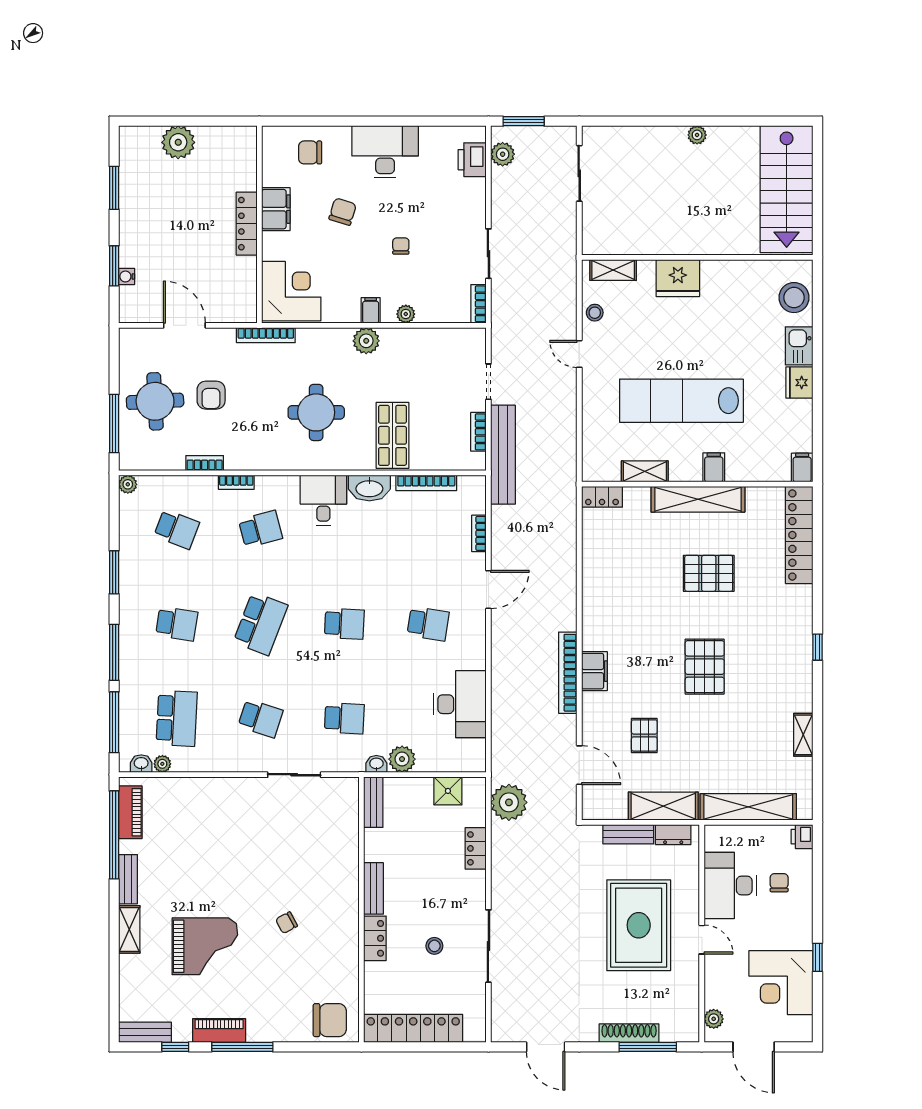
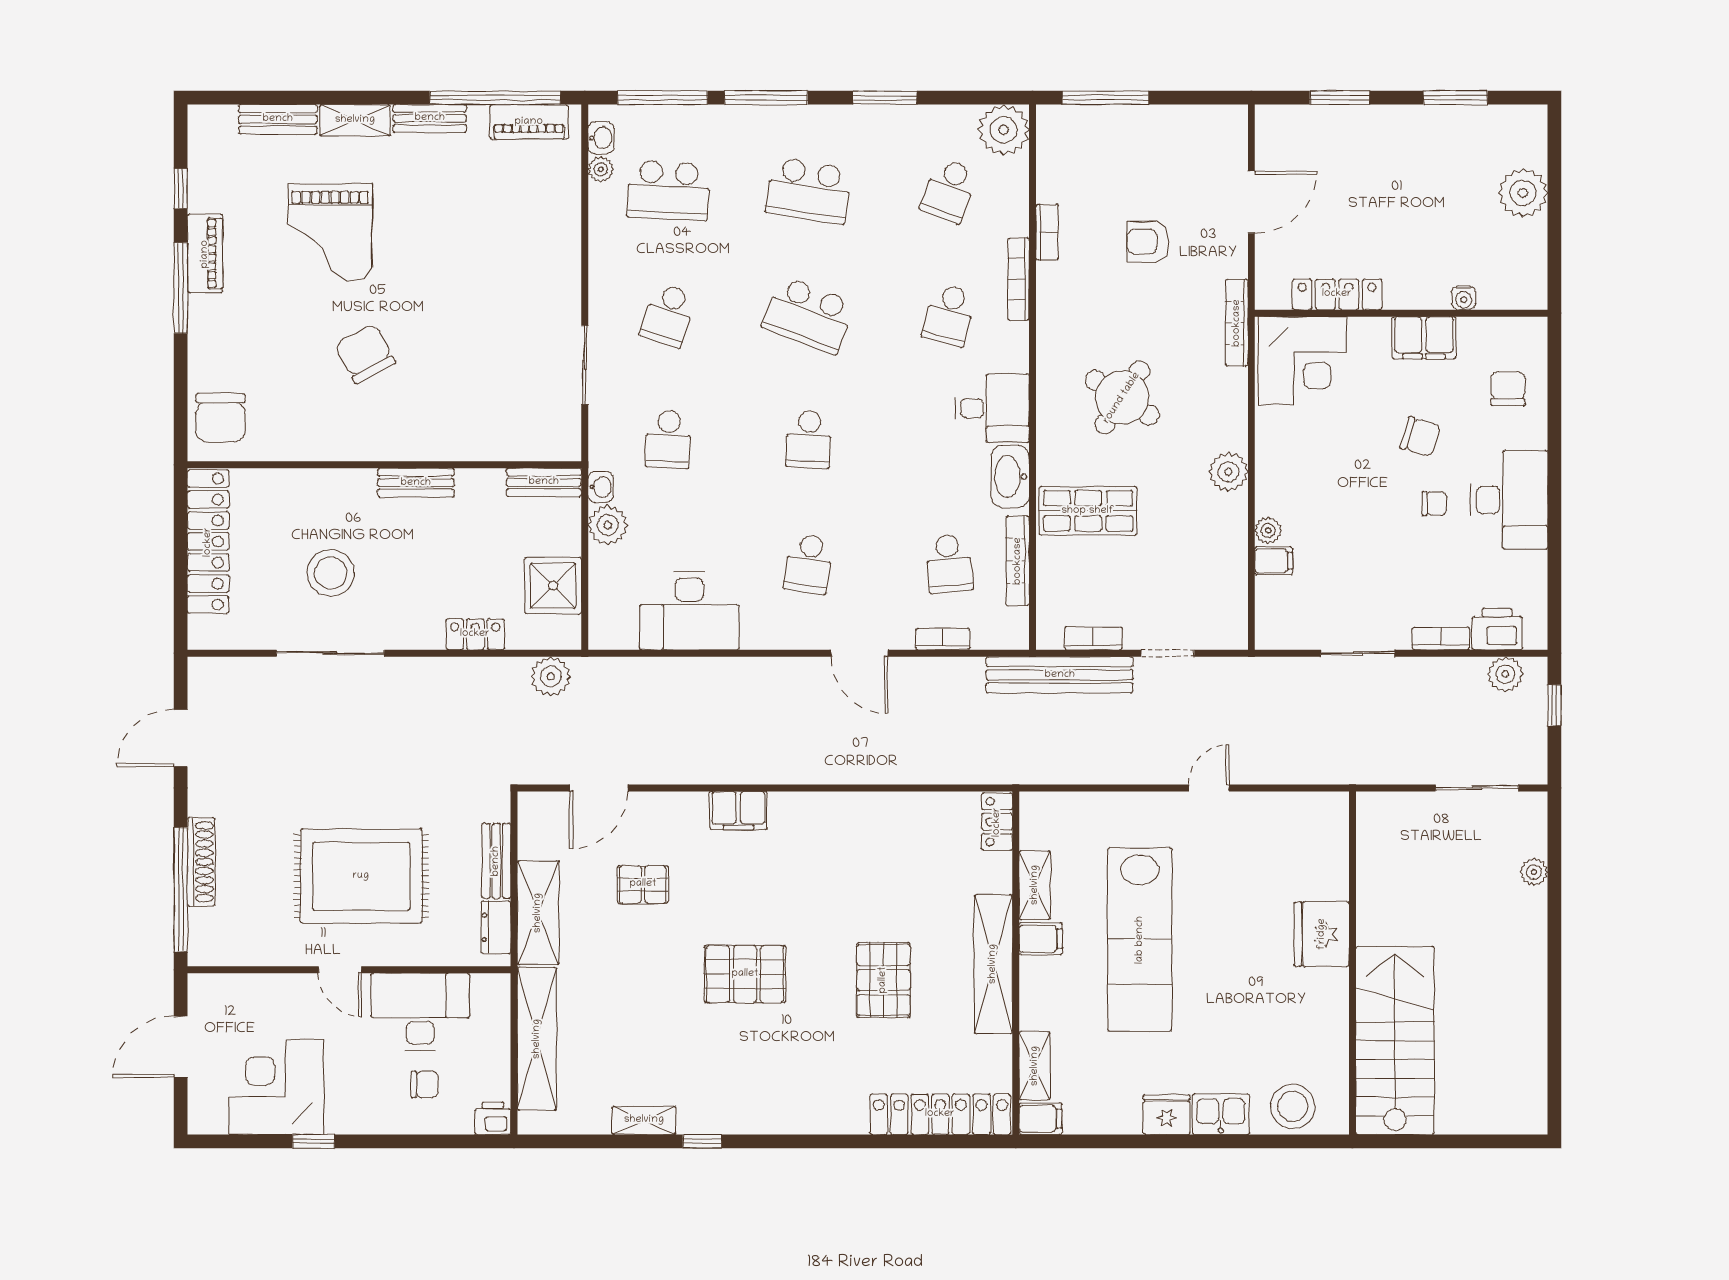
window: (524, 121) -> (1554, 705), width x0.67
plant: (697, 135) -> (1534, 872), moved
stairs: (787, 189) -> (1395, 1041), moved, turned 90
locker: (247, 224) -> (1337, 294), moved
chair: (401, 246) -> (1434, 504), moved
shelving: (613, 270) -> (1035, 1066), moved
water cooler: (127, 276) -> (1464, 298), moved, turned 180
bookcase: (479, 304) -> (1441, 638), moved
filing cabinet: (371, 310) -> (1274, 561), moved
stool: (595, 313) -> (1270, 811), removed
round table: (155, 401) -> (1139, 158), removed
lab bench: (681, 401) -> (1140, 940), turned 180
round table: (316, 412) -> (1122, 398), turned 33
filing cabinet: (714, 467) -> (1041, 939), moved
bookcase: (236, 482) -> (1019, 279), width x1.56
plant: (128, 484) -> (1004, 130), width x1.87, depth x1.87
school desk: (260, 529) -> (949, 315), turned 30
school desk: (428, 529) -> (949, 564), added
school desk: (177, 624) -> (809, 191), width x1.85
window: (817, 647) -> (702, 1141), moved
bookcase: (568, 673) -> (736, 771), removed
shower: (448, 791) -> (553, 585), width x1.36, depth x1.36
plant: (509, 802) -> (551, 676), width x0.73, depth x0.73
chair: (286, 923) -> (365, 354), width x1.87, depth x1.87
locker: (375, 938) -> (342, 485), removed
door: (702, 940) -> (340, 970), hinge flipped
stool: (434, 946) -> (331, 573), width x1.89, depth x1.89
plant: (714, 1019) -> (222, 987), removed
bench: (145, 1032) -> (278, 119), moved, turned 90
window: (648, 1047) -> (181, 890), width x1.46

